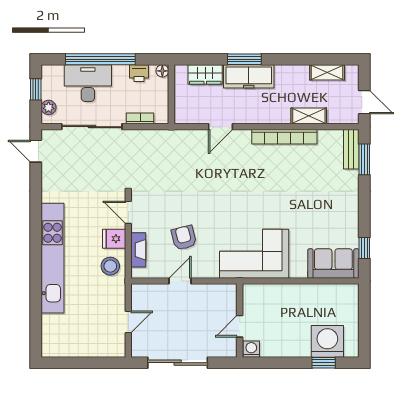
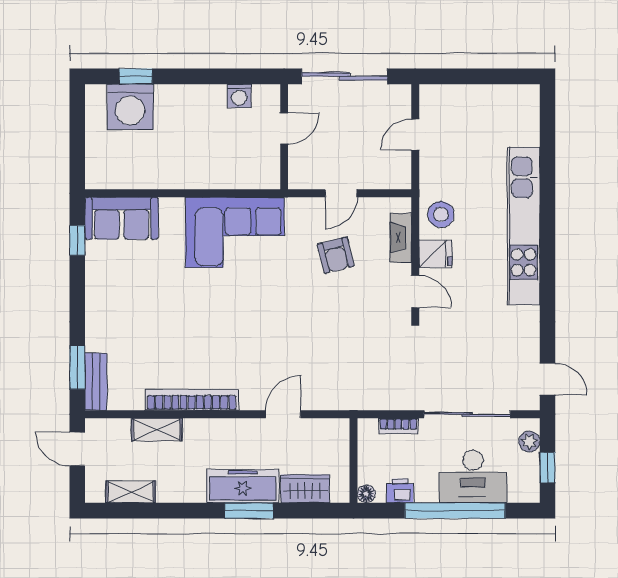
wall: (240, 320) -> (284, 137), moved
door: (240, 326) -> (284, 128), moved

